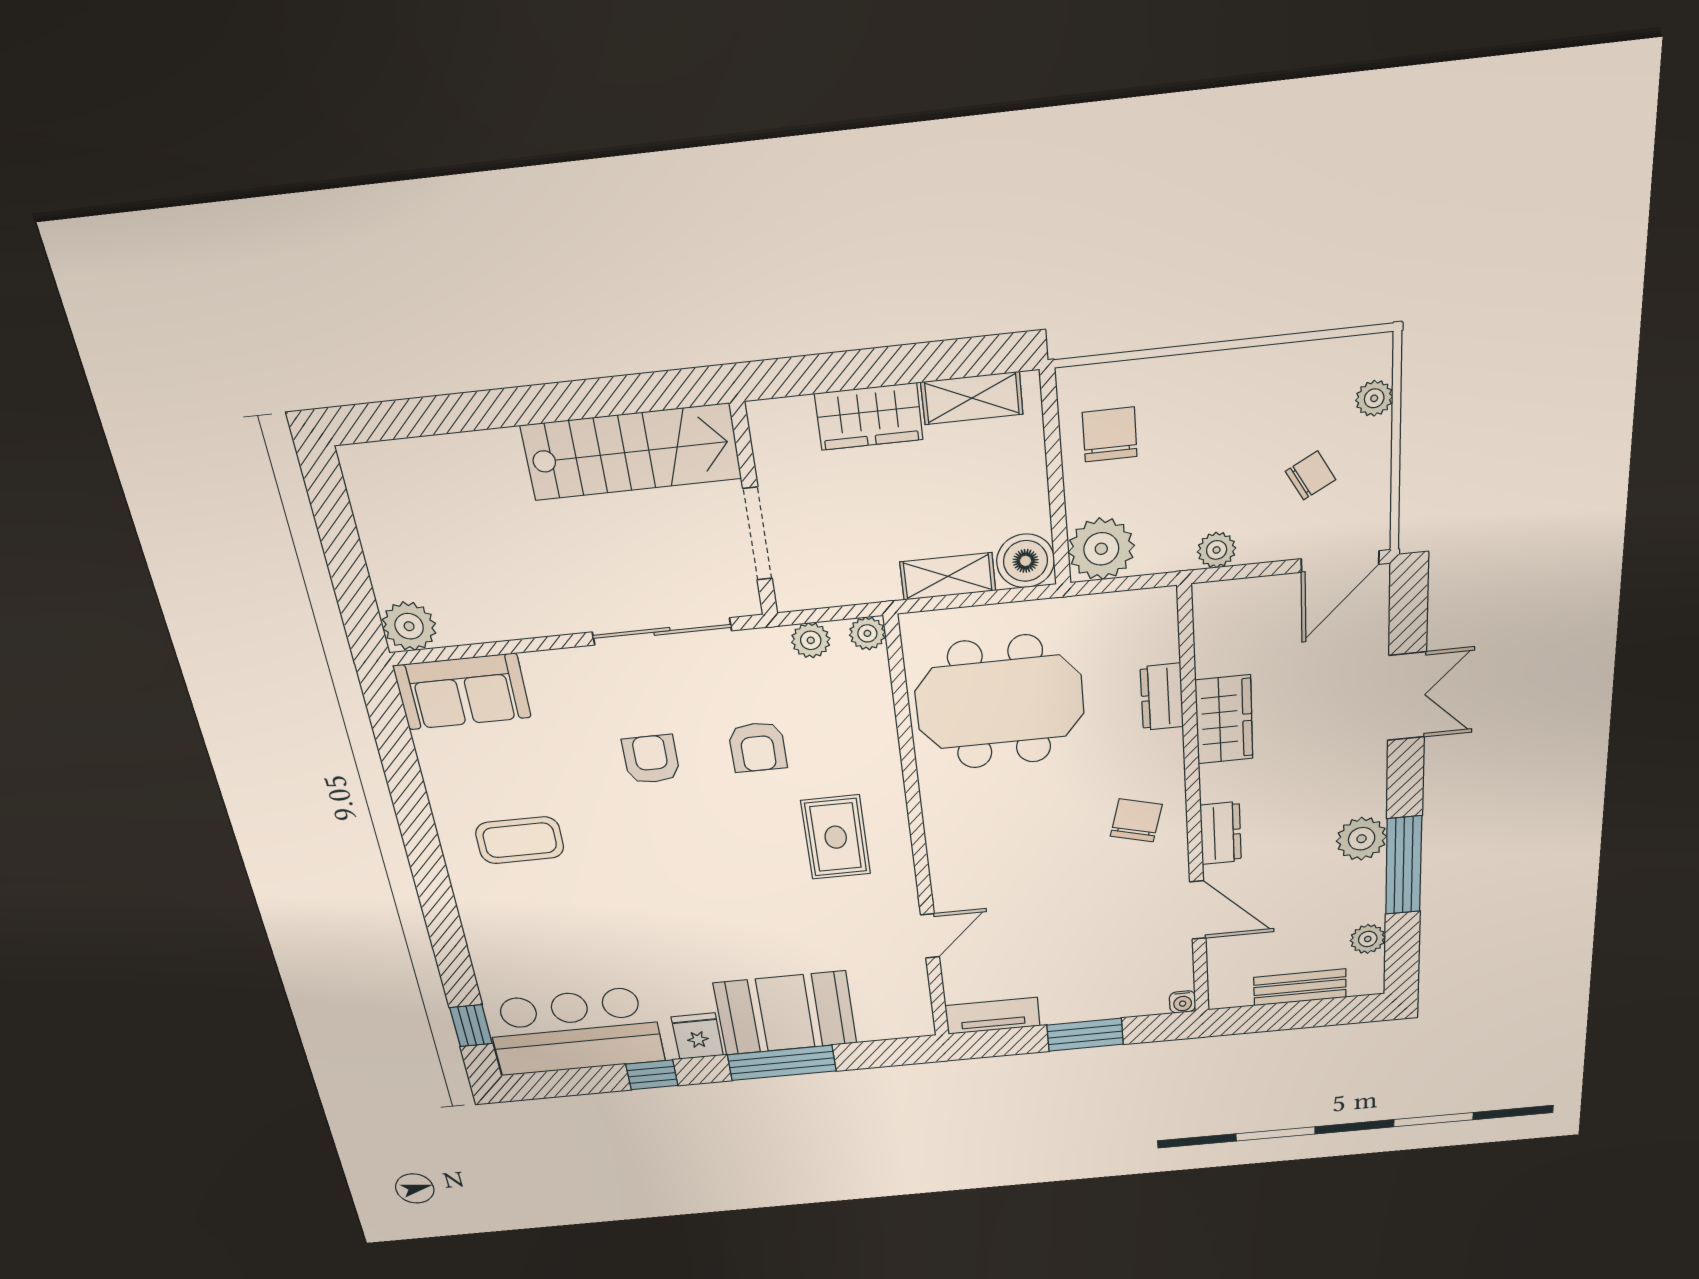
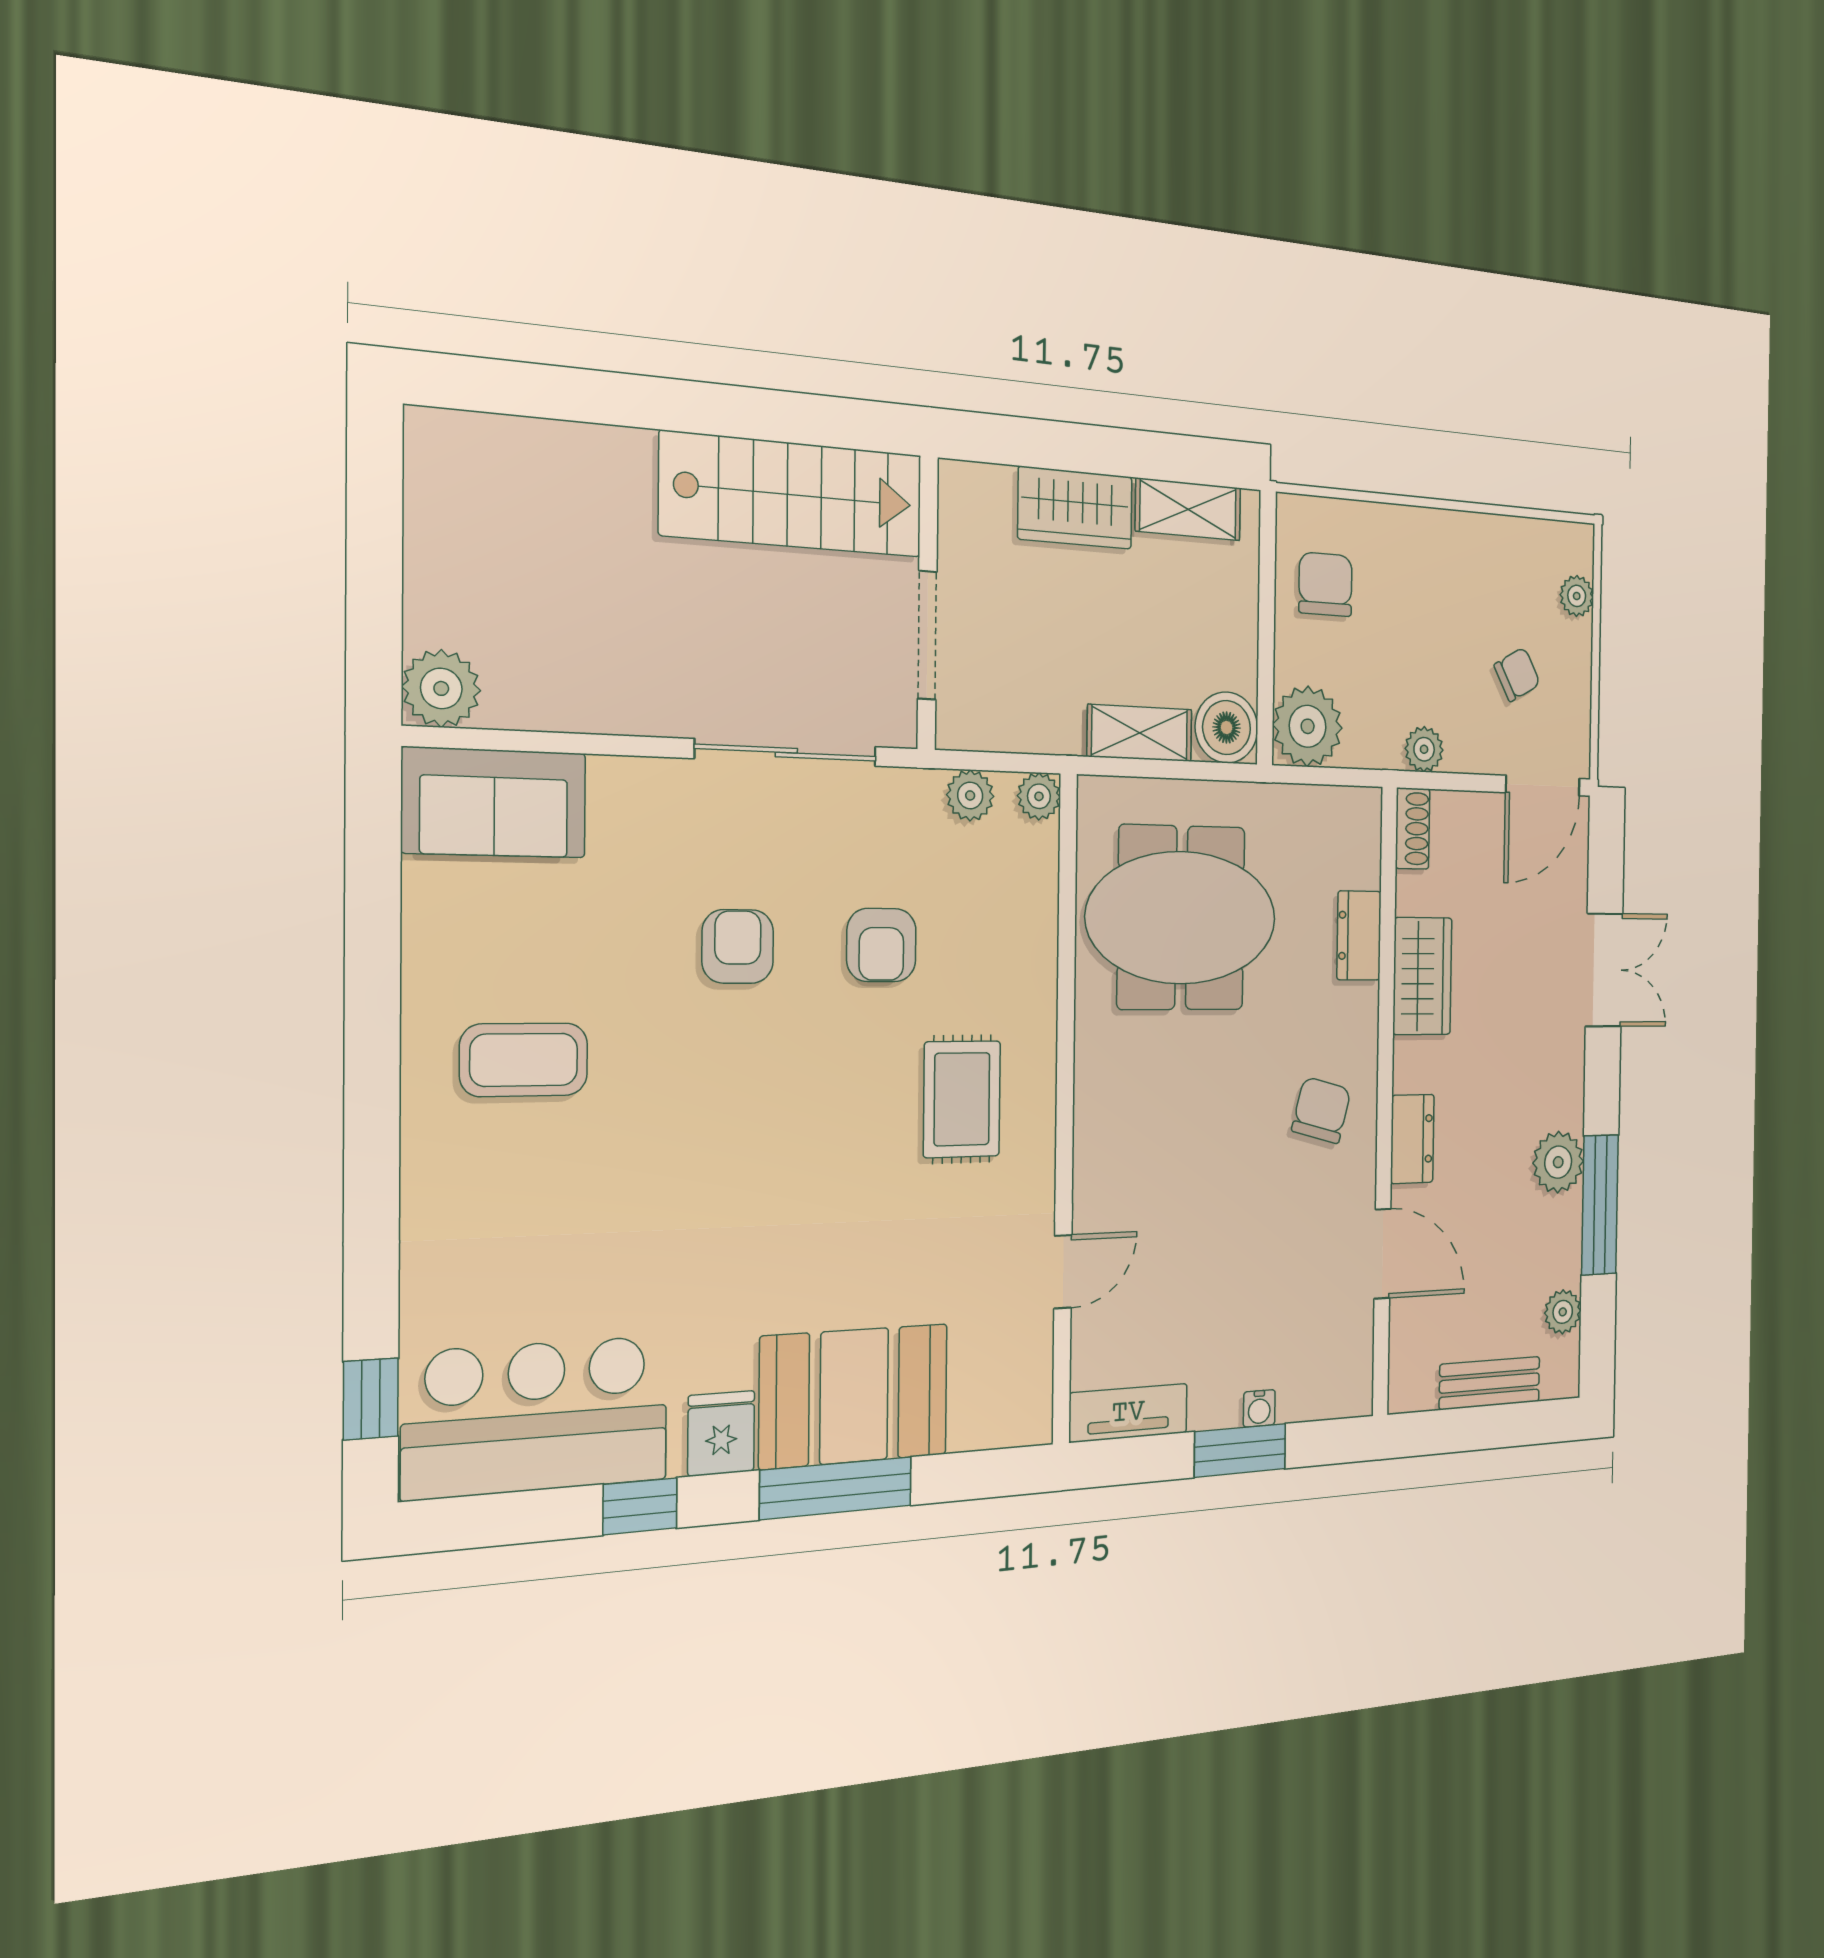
shoe rack: (1208, 612) -> (1413, 829), added
water cooler: (1183, 1002) -> (1259, 1408), moved

